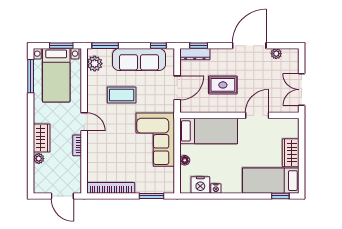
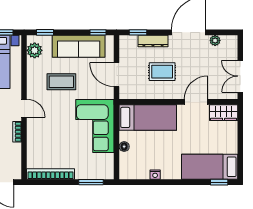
window: (105, 46) -> (45, 32), width x0.67
dresser: (195, 54) -> (153, 41), moved
door: (177, 88) -> (116, 75), swing flipped
wardrobe: (291, 153) -> (224, 113), moved, turned -90
nightstand: (200, 185) -> (140, 171), removed

